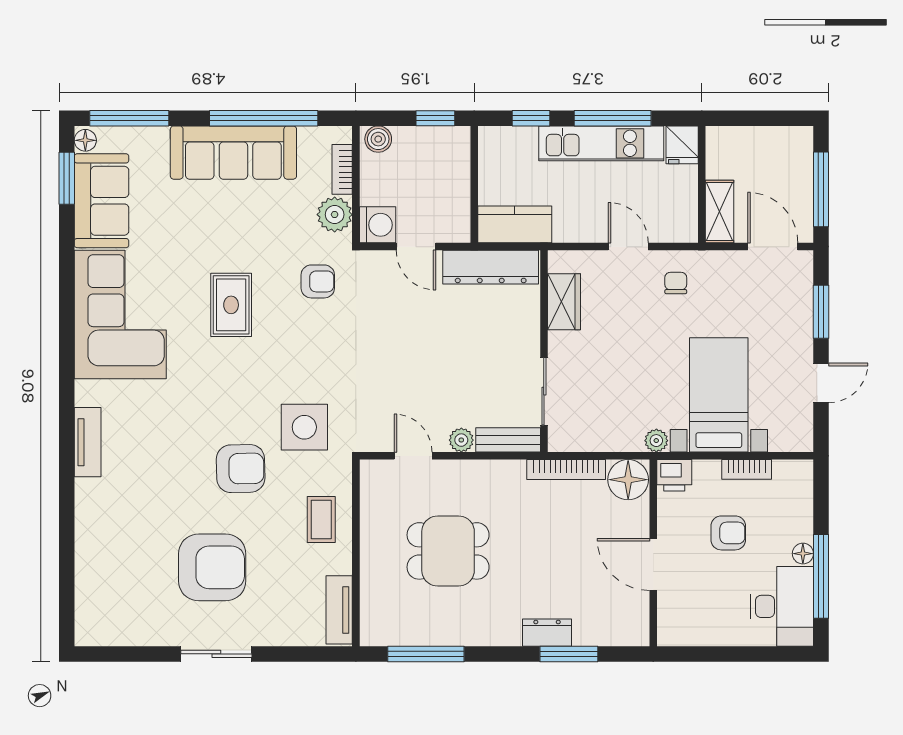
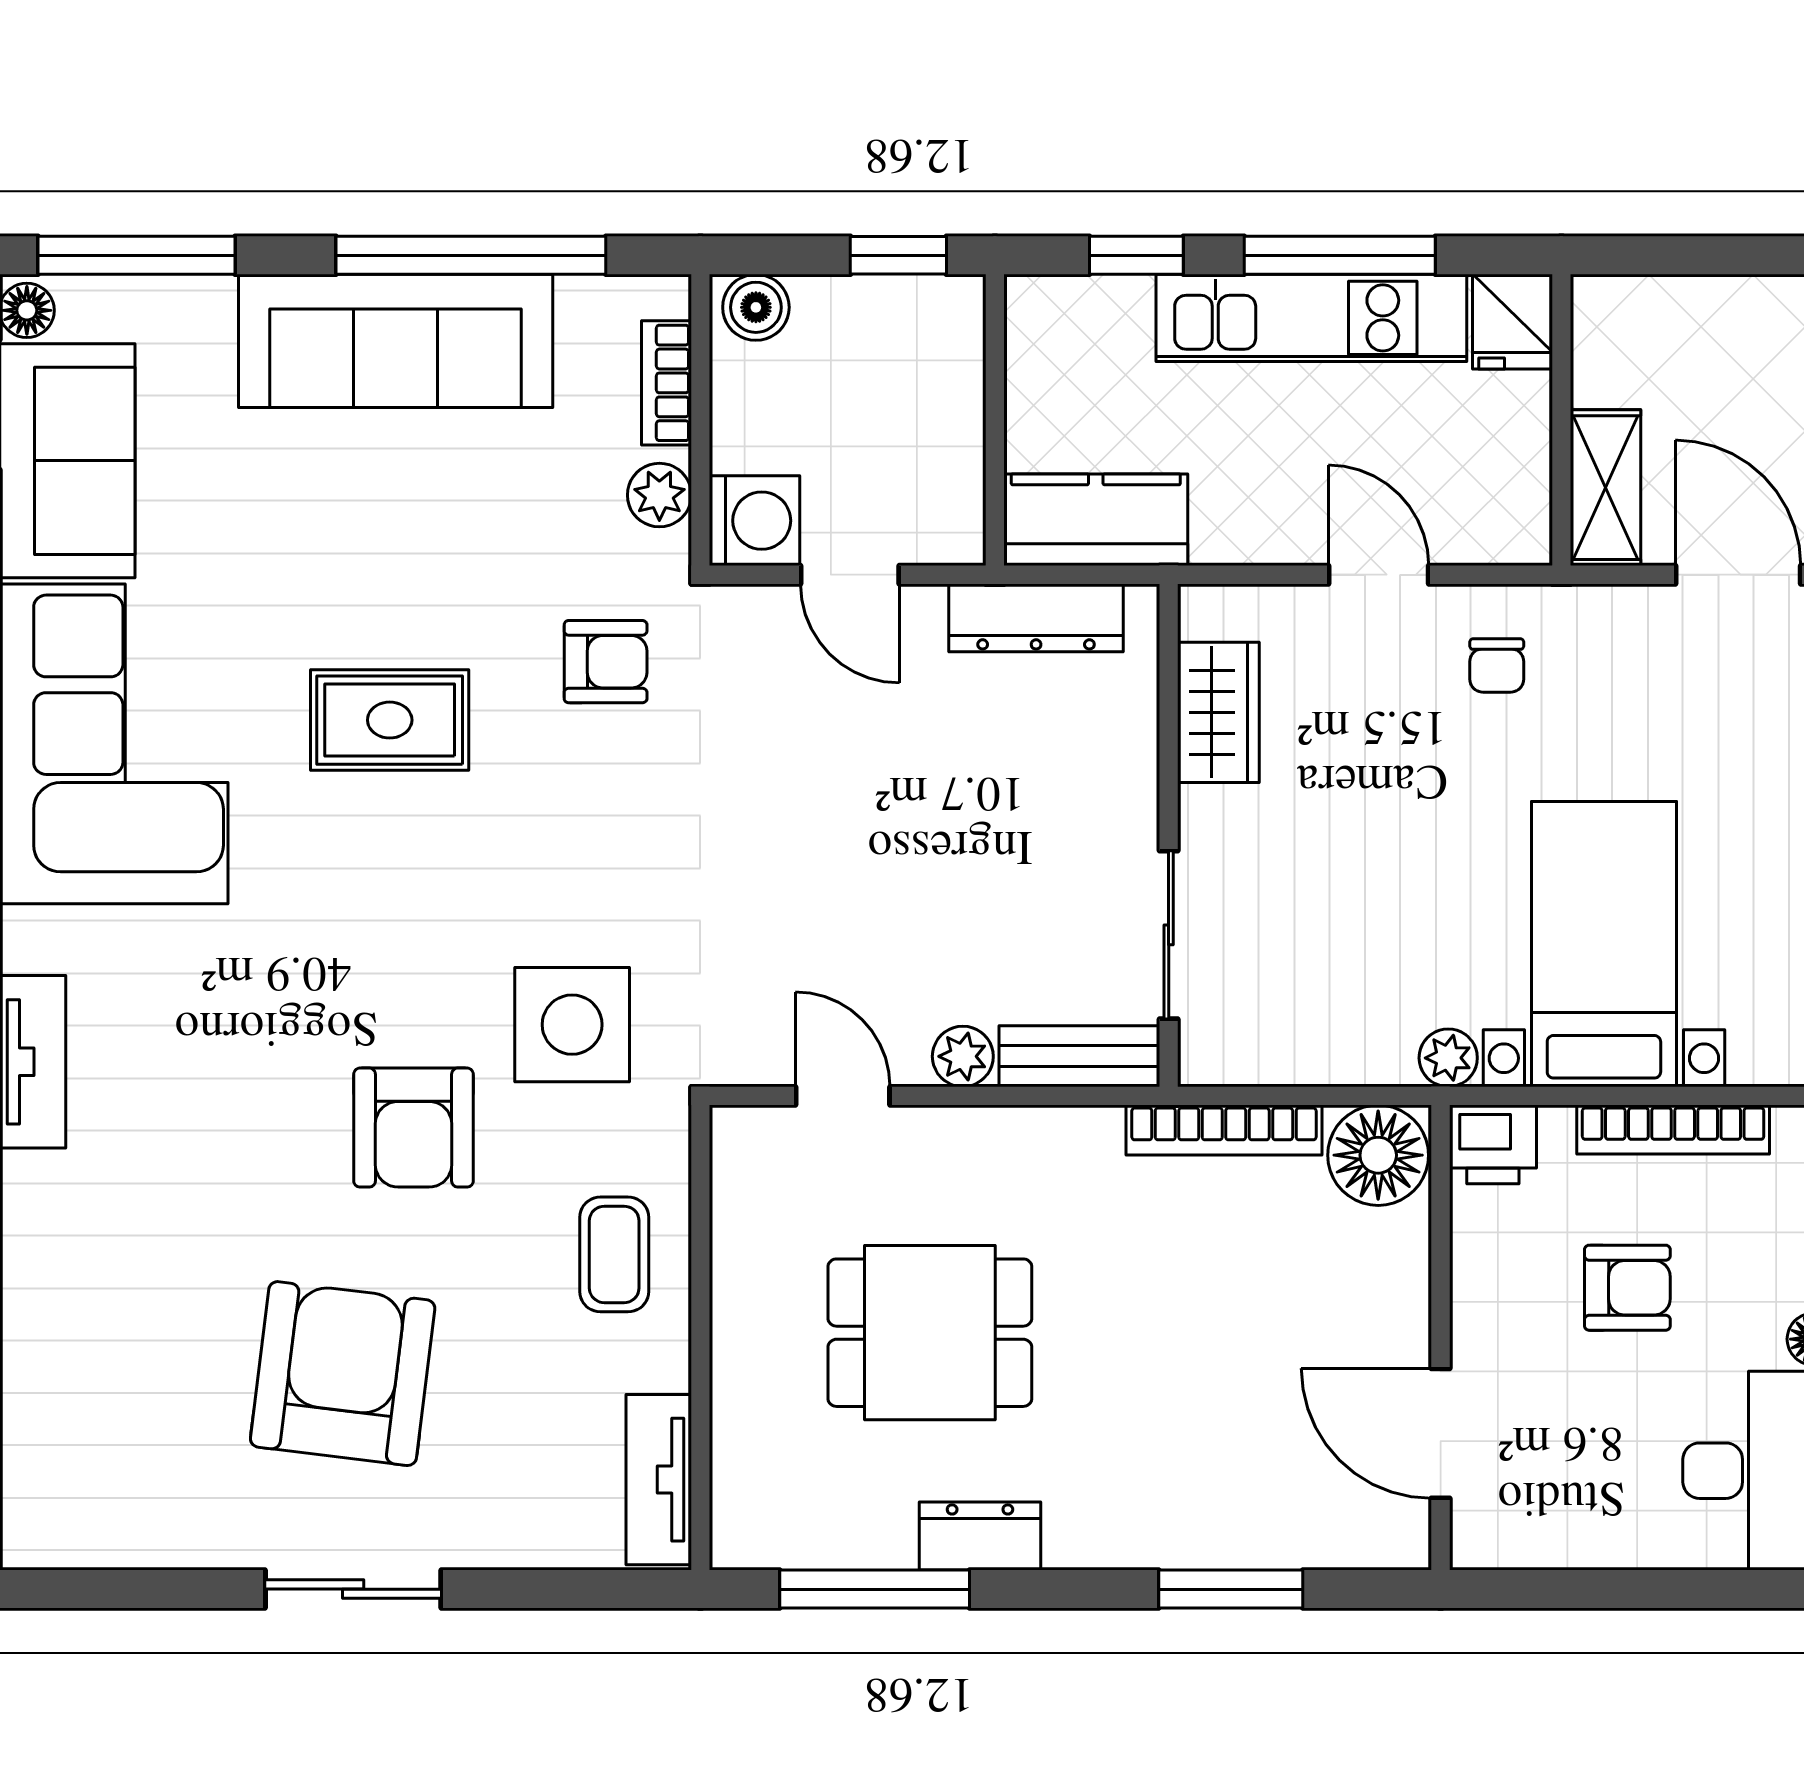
plant: (335, 215) -> (659, 495), width x0.73, depth x0.73
dresser: (491, 267) -> (1036, 618), width x0.73, depth x0.80
chair: (676, 283) -> (1497, 666), turned 180
rug: (231, 305) -> (390, 720), turned 90
armchair: (241, 469) -> (414, 1128), turned 91
bookcase: (747, 469) -> (1673, 1130), width x1.56
door: (653, 565) -> (1441, 1433), moved
armchair: (212, 567) -> (343, 1374), turned -83
dresser: (547, 633) -> (980, 1536), moved

